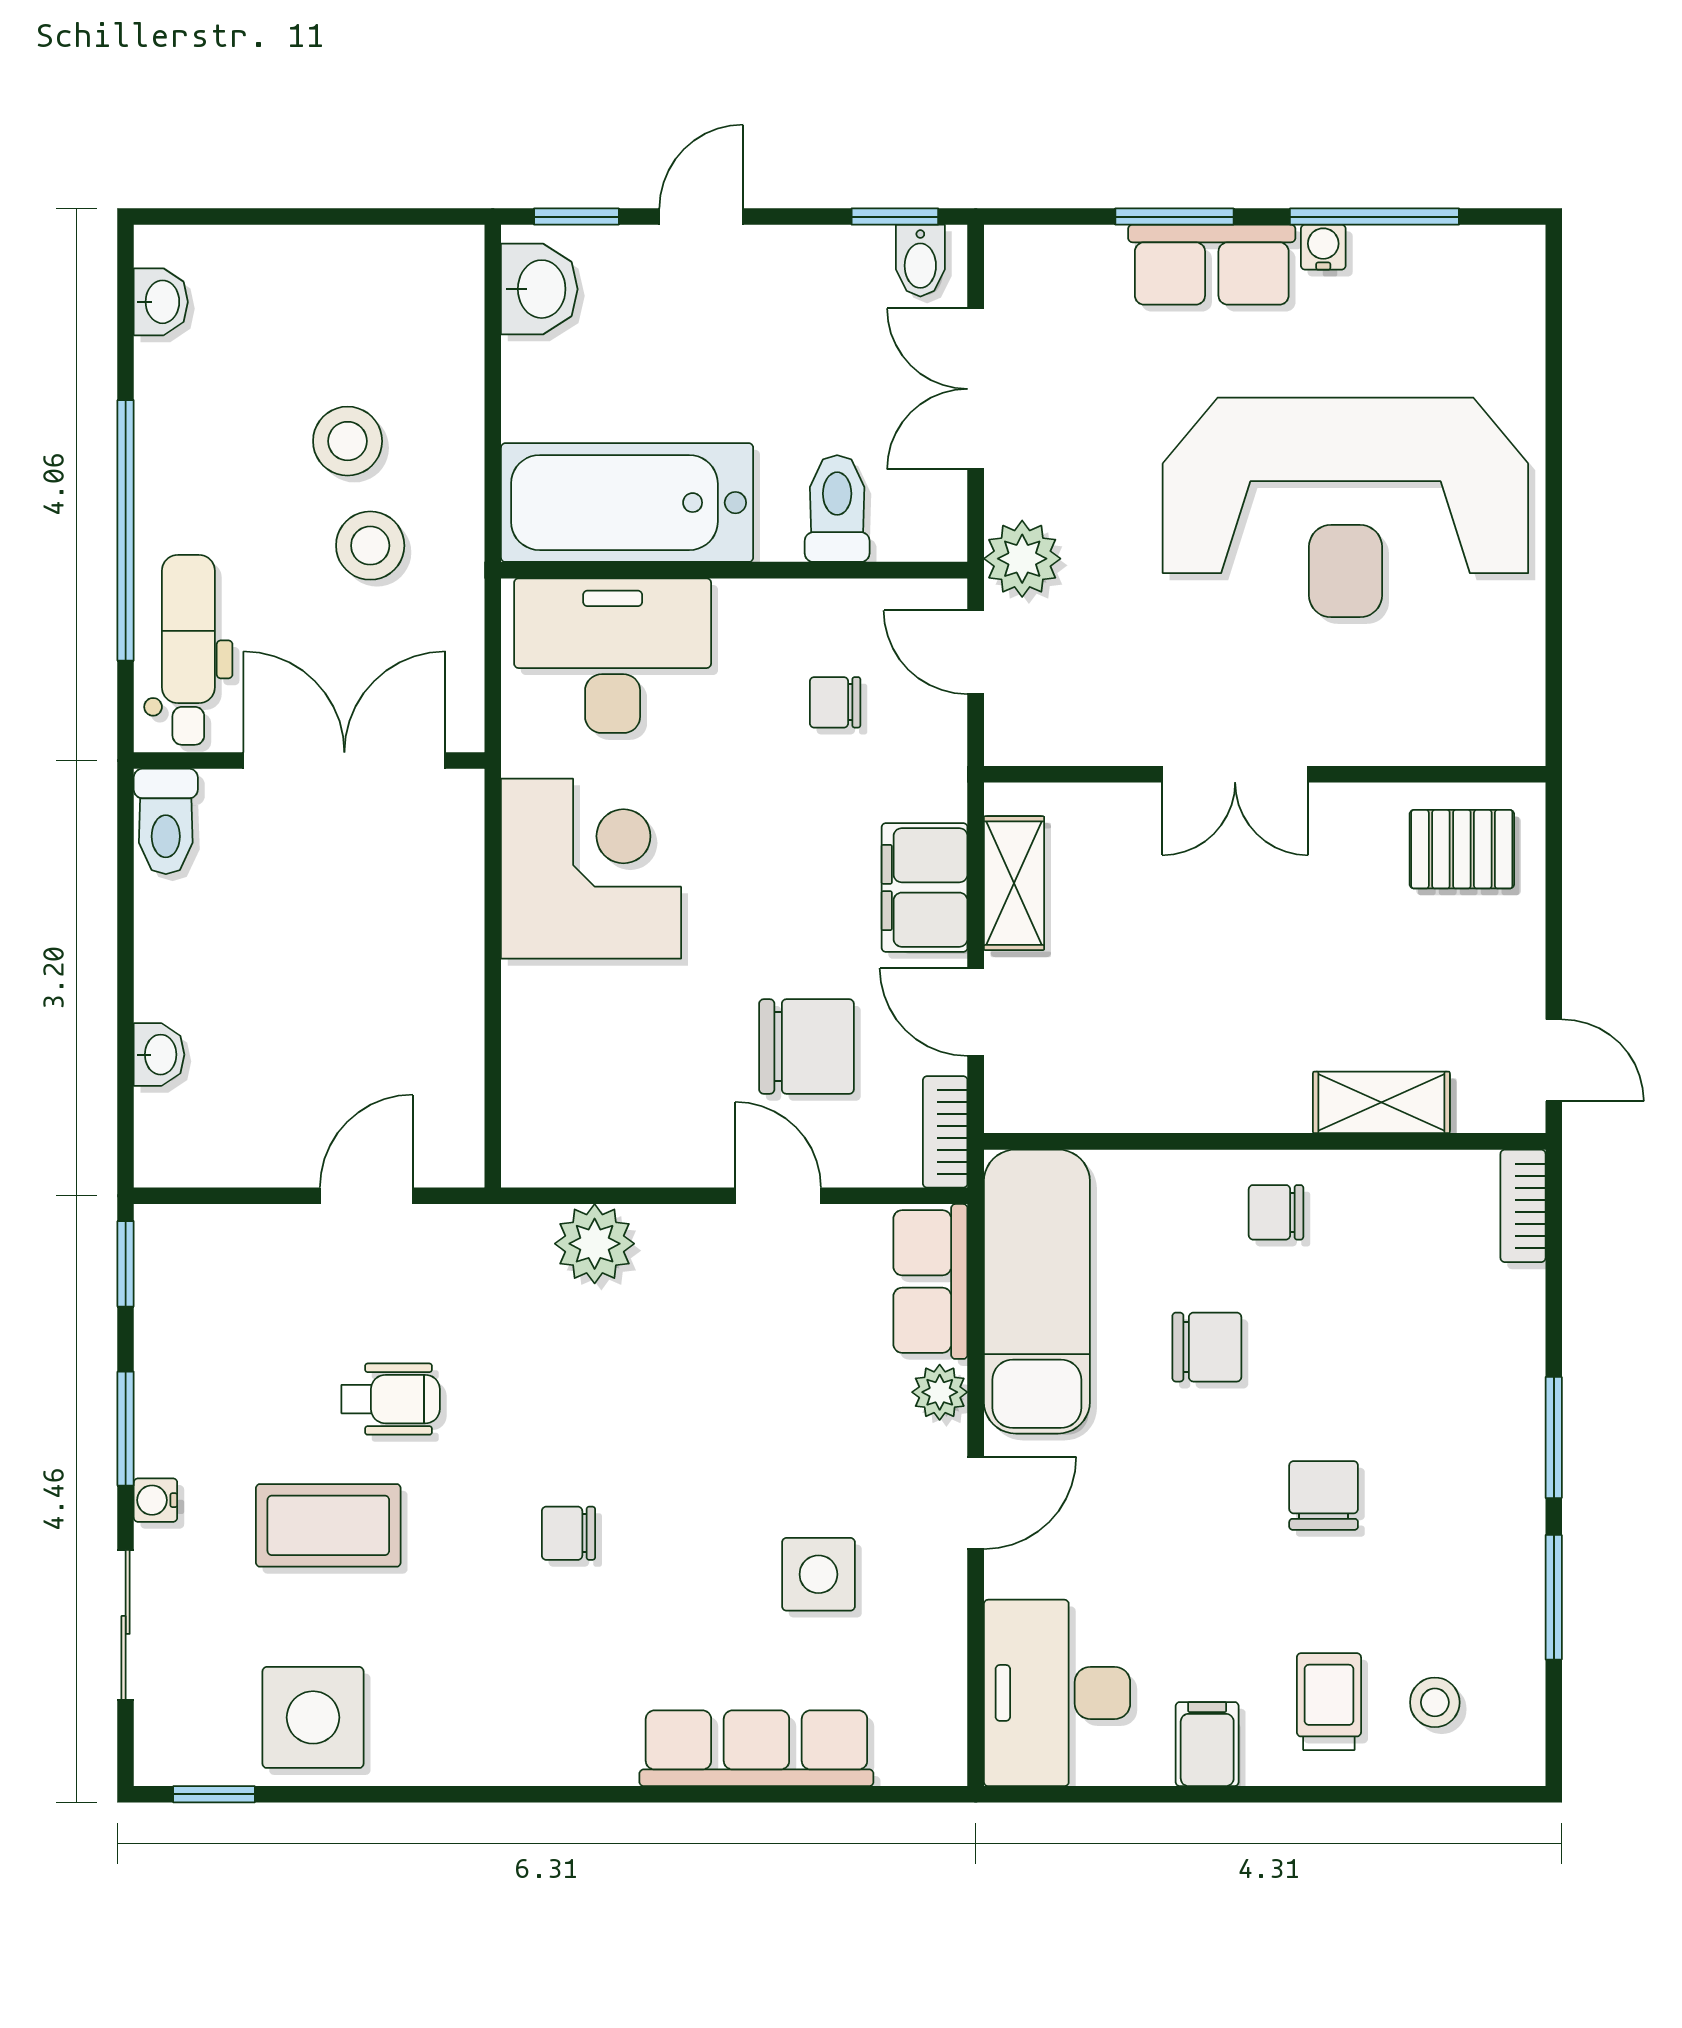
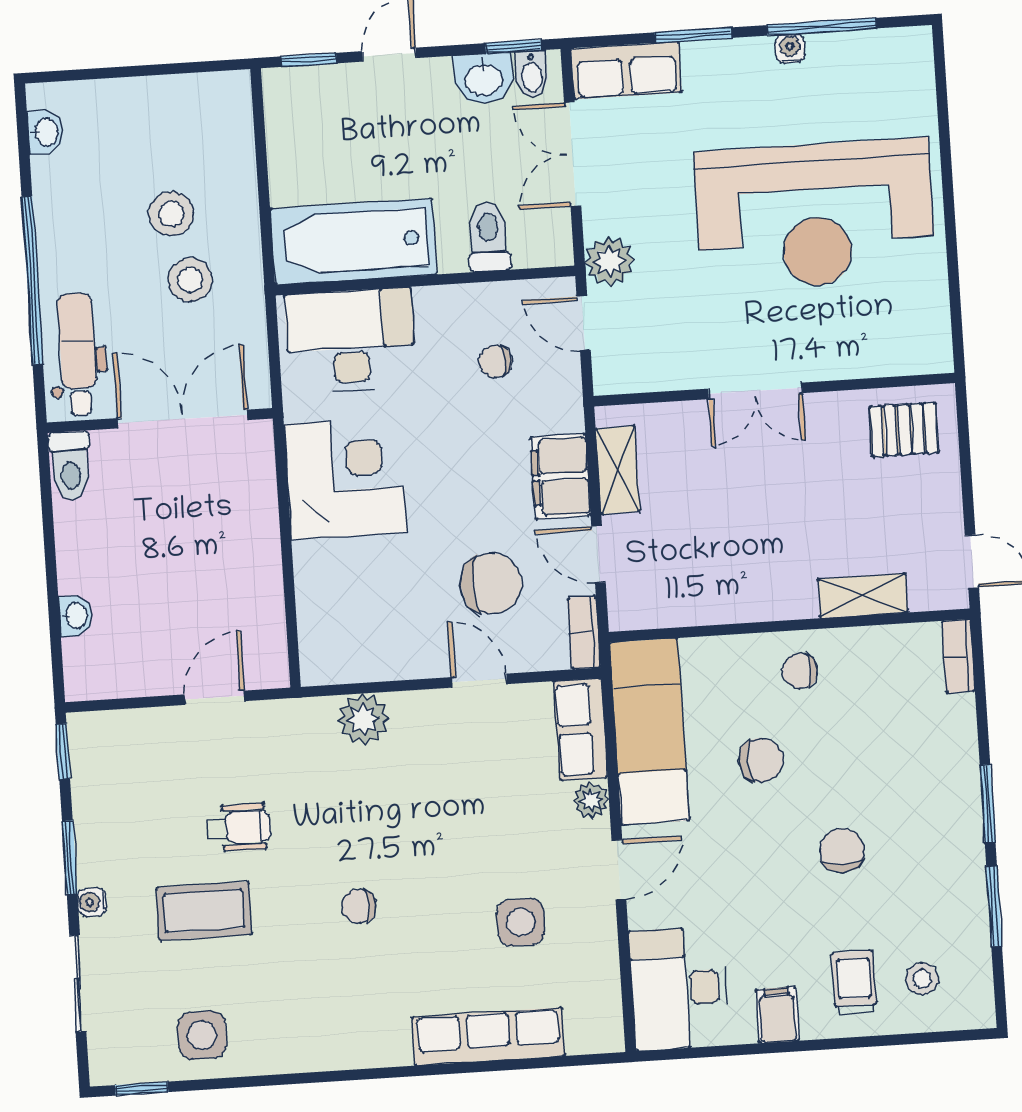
row of seats: (1212, 265) -> (626, 70), moved
washbasin: (539, 289) -> (483, 79), moved, turned 90
side table: (313, 1717) -> (202, 1035), width x0.73, depth x0.73

